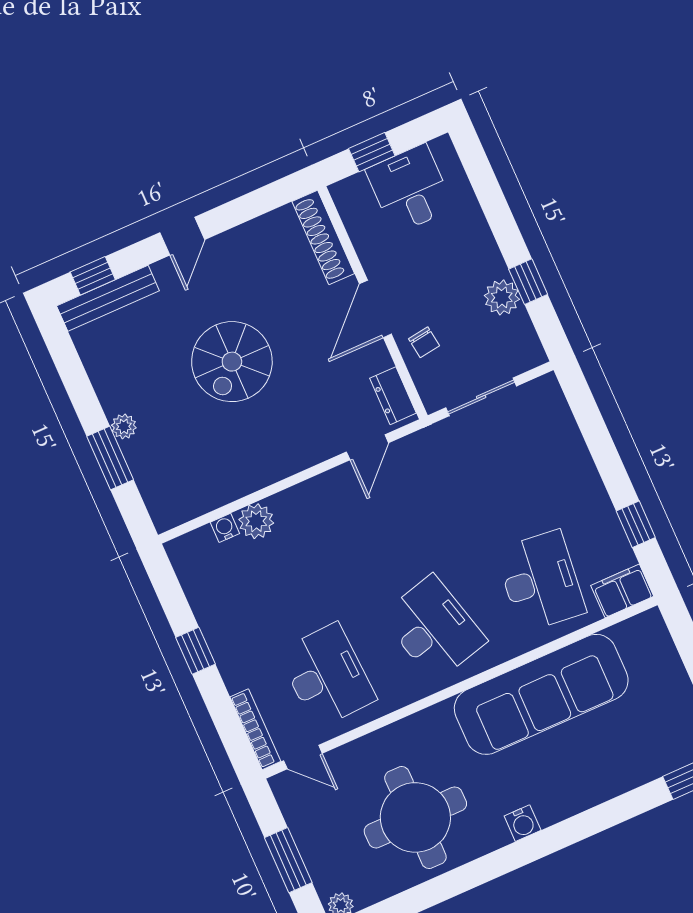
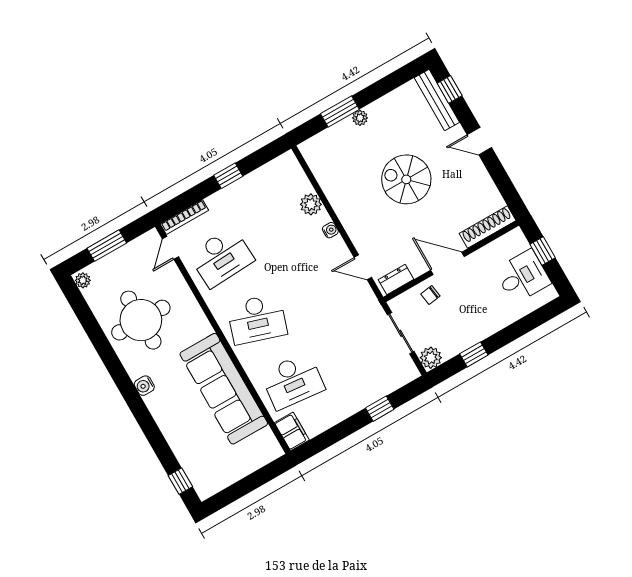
plant: (502, 297) -> (431, 358), moved
window: (636, 524) -> (380, 409), moved
water cooler: (225, 528) -> (330, 230), moved
desk: (434, 628) -> (257, 319), turned 33

